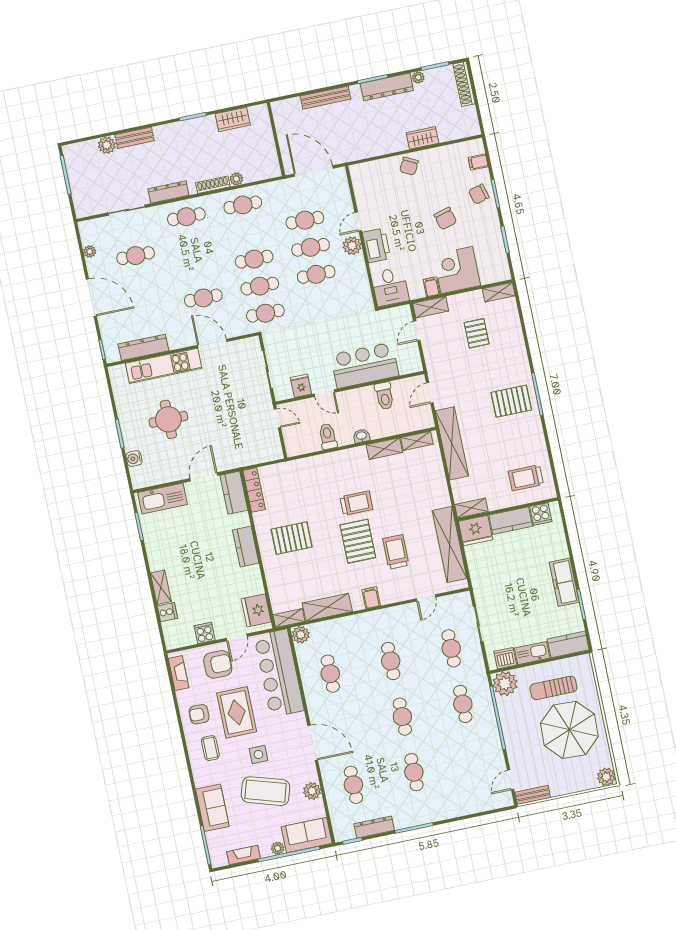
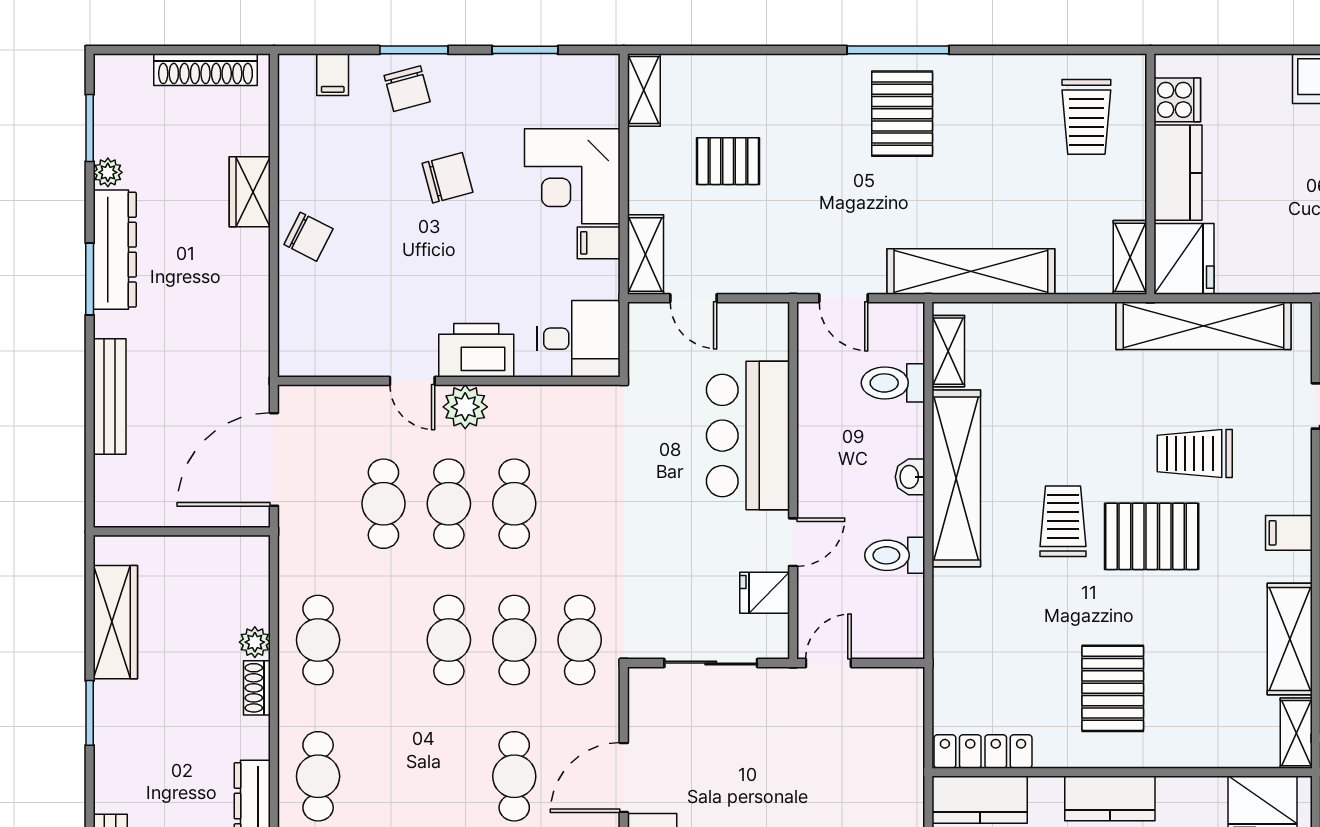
shoe rack: (464, 84) -> (206, 70), moved
wardrobe: (233, 119) -> (115, 622), width x1.50
shoe rack: (213, 185) -> (257, 688), width x0.70
toilet: (384, 396) -> (893, 383), moved, turned 180
shelving: (384, 449) -> (956, 478), width x2.20, depth x1.33

